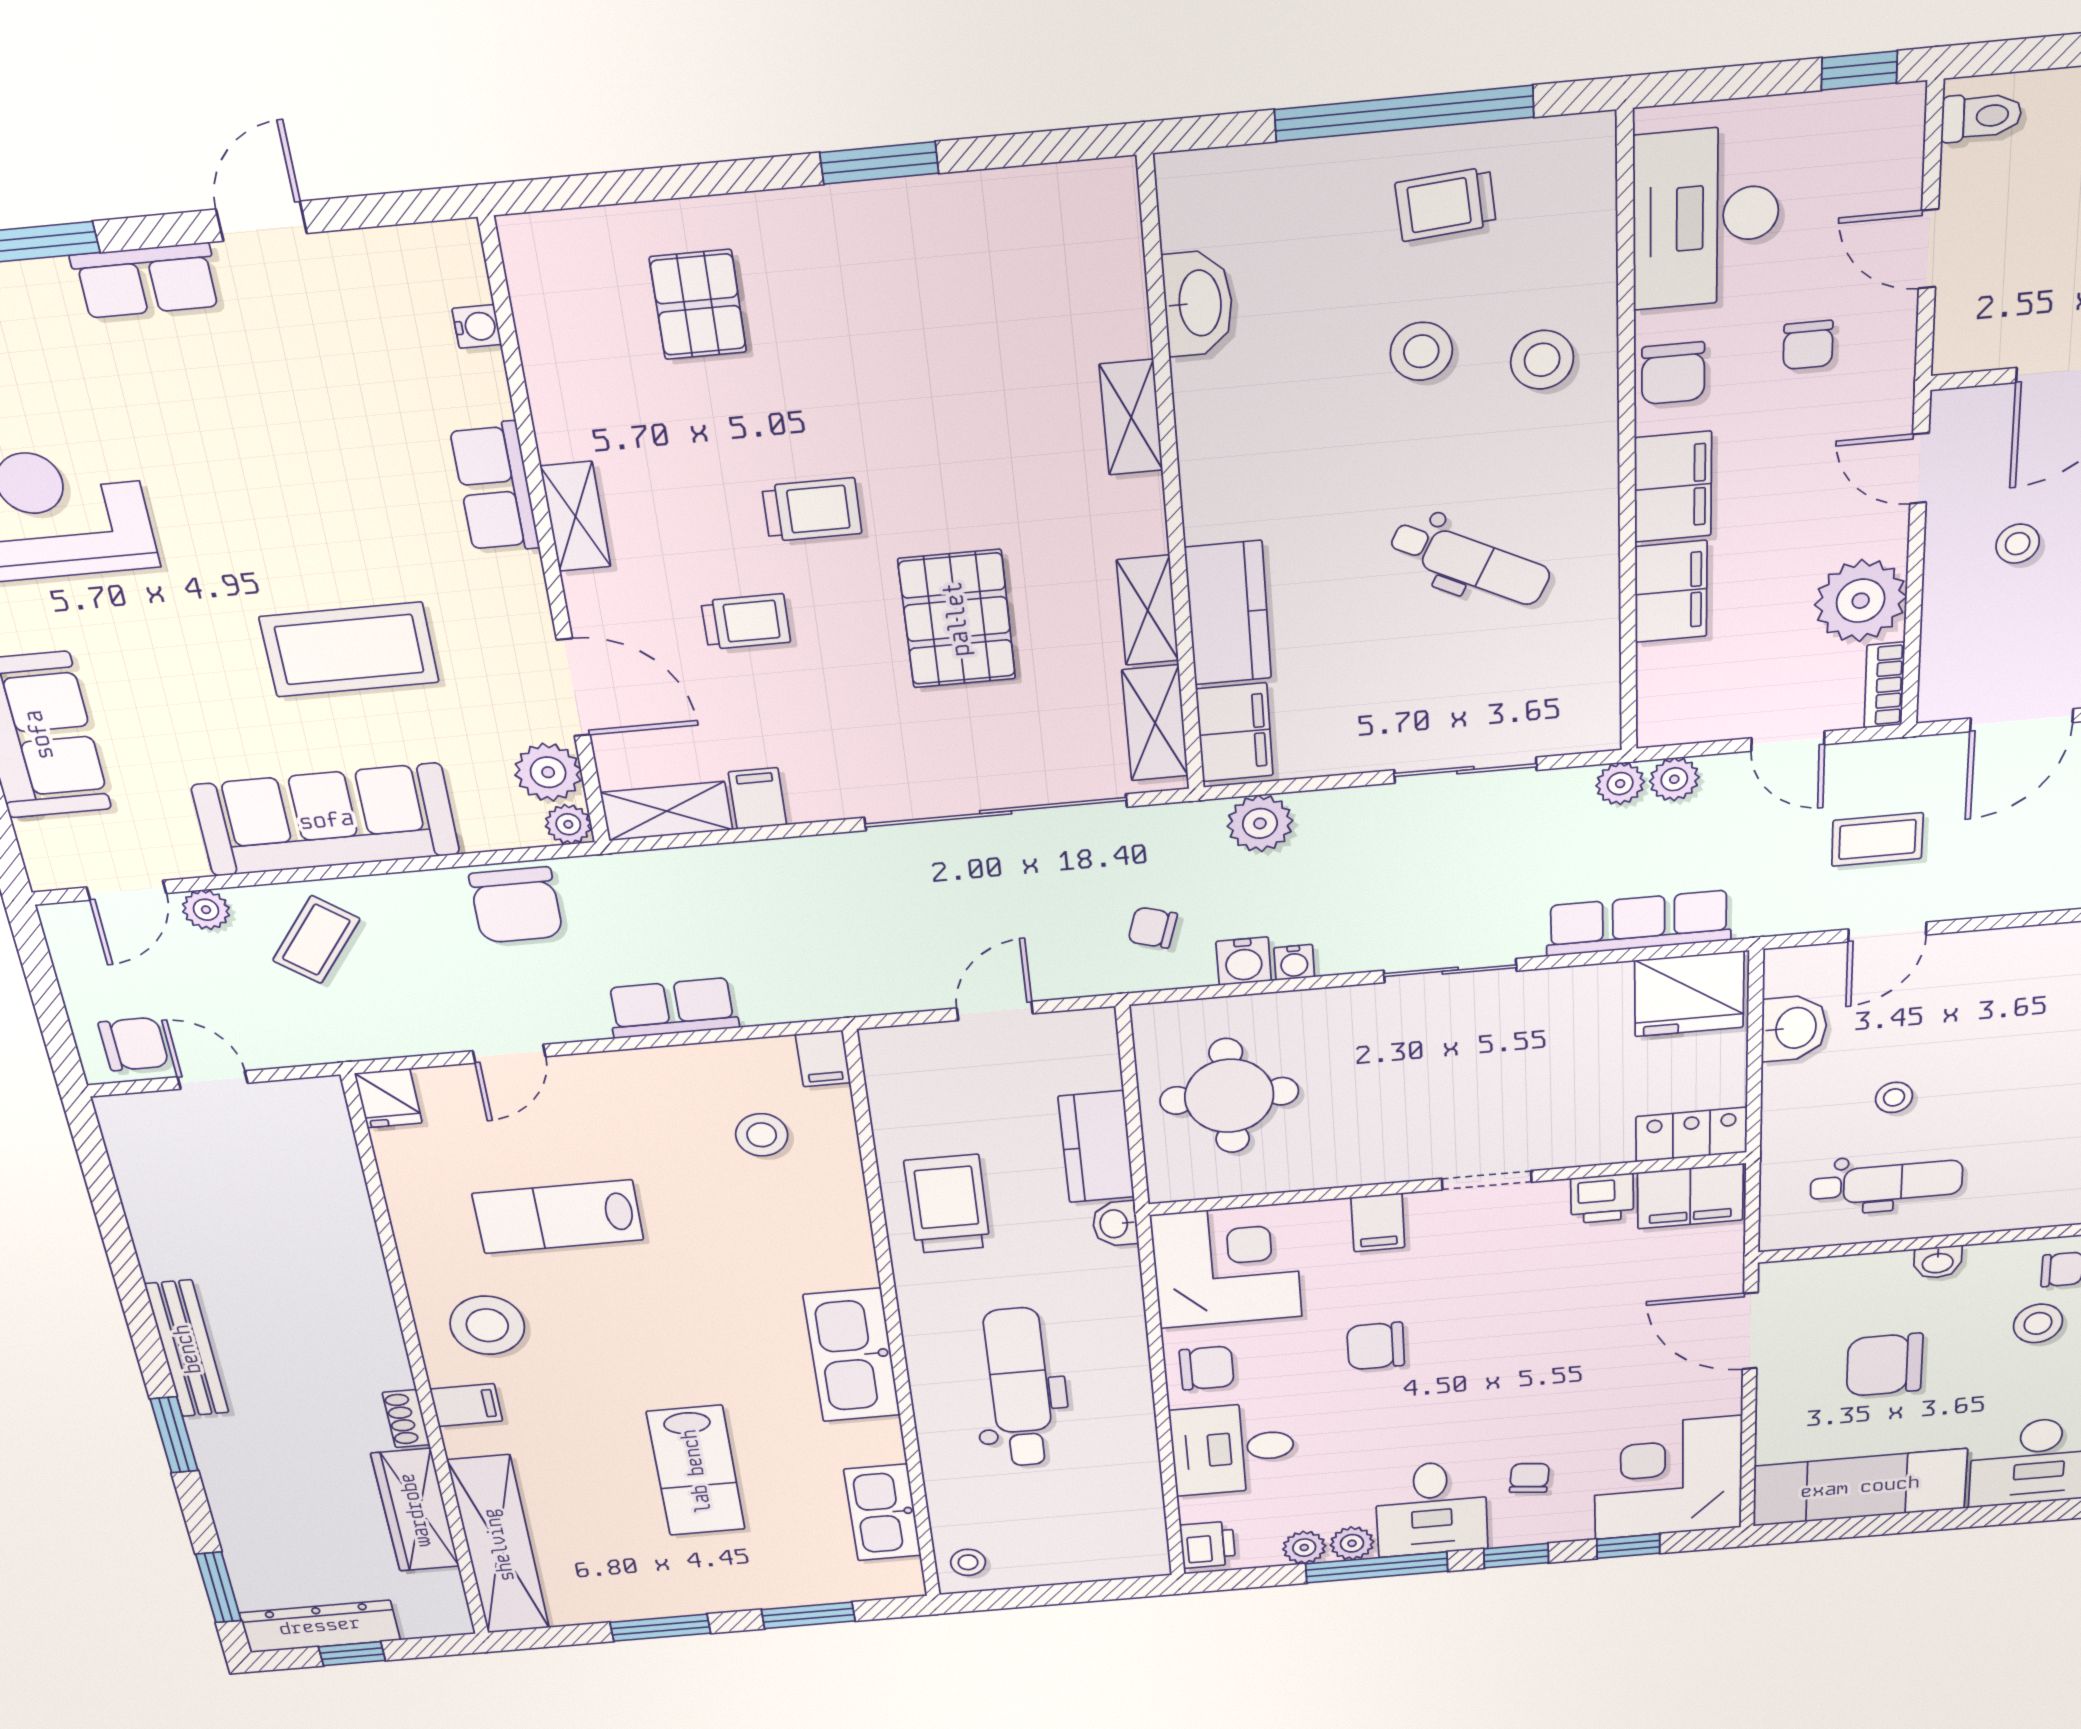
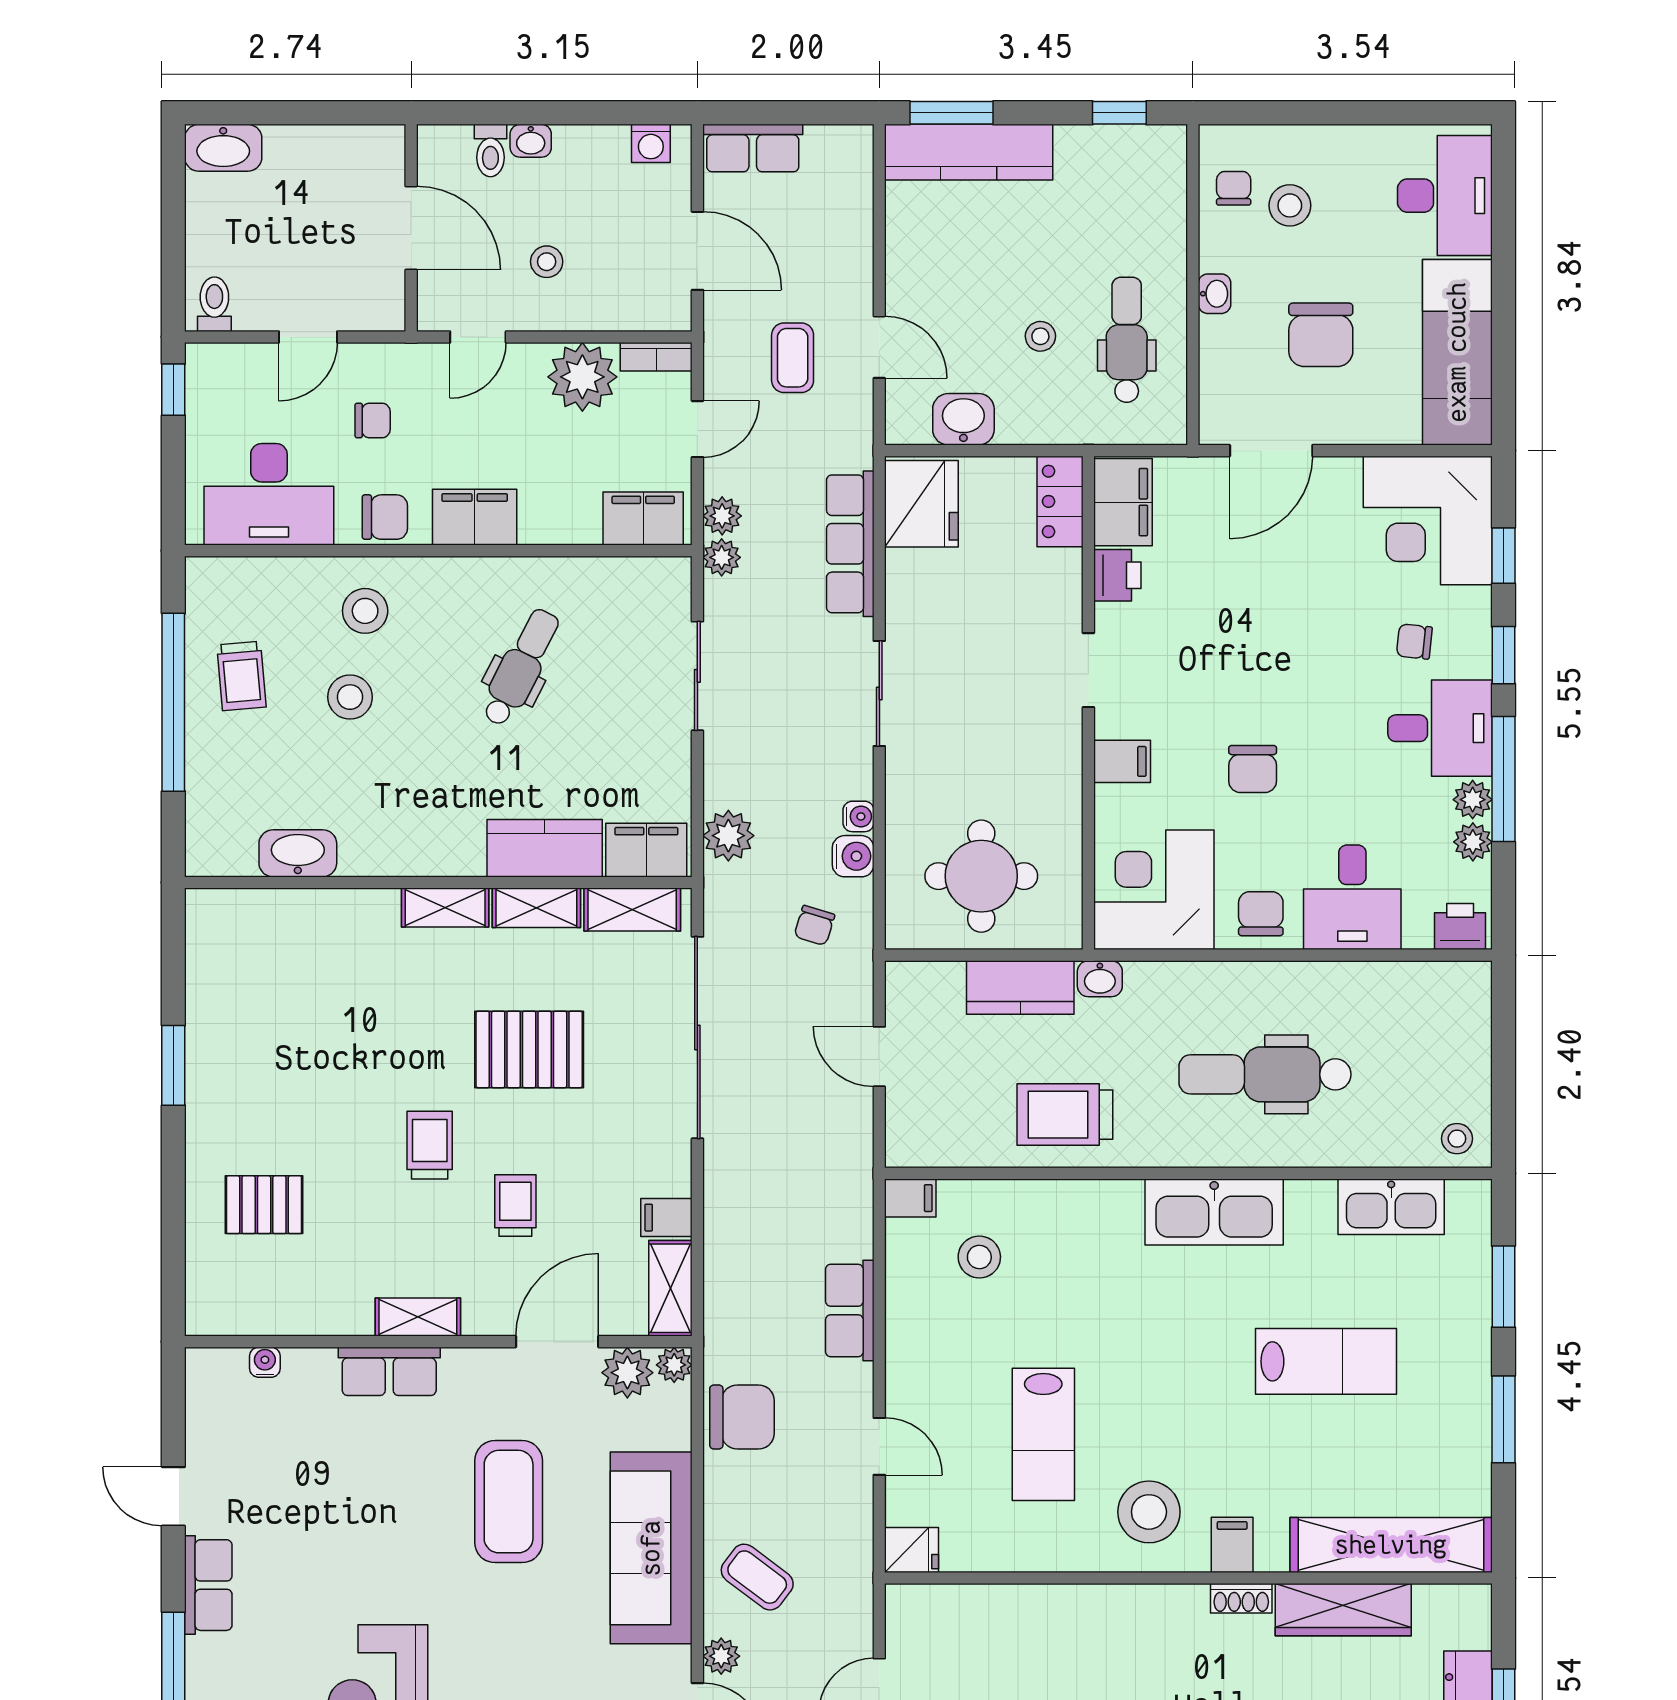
shelving: (1131, 417) -> (445, 908), moved
filing cabinet: (1671, 592) -> (643, 518), moved

